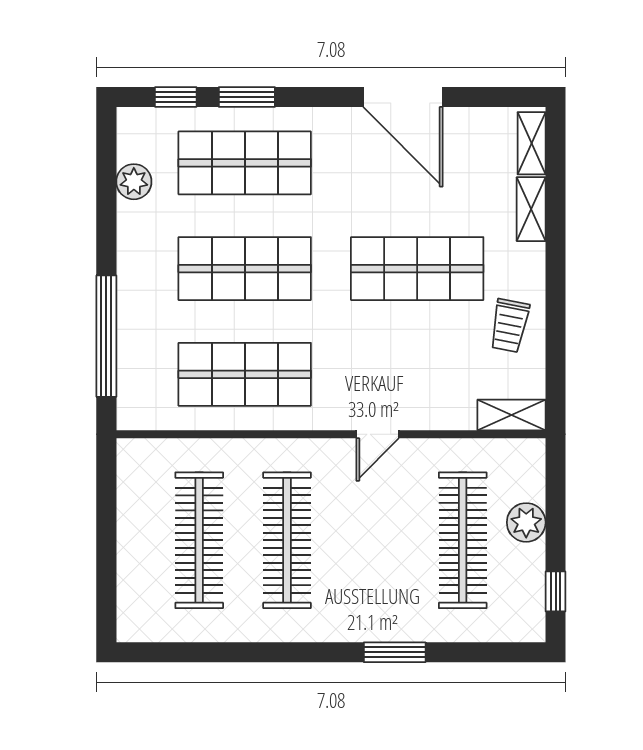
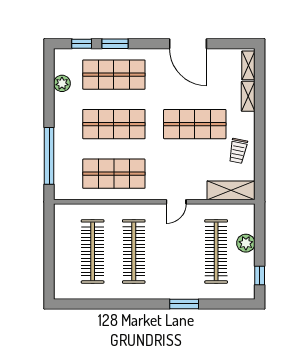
shelving: (512, 415) -> (231, 190), width x1.50, depth x1.33

